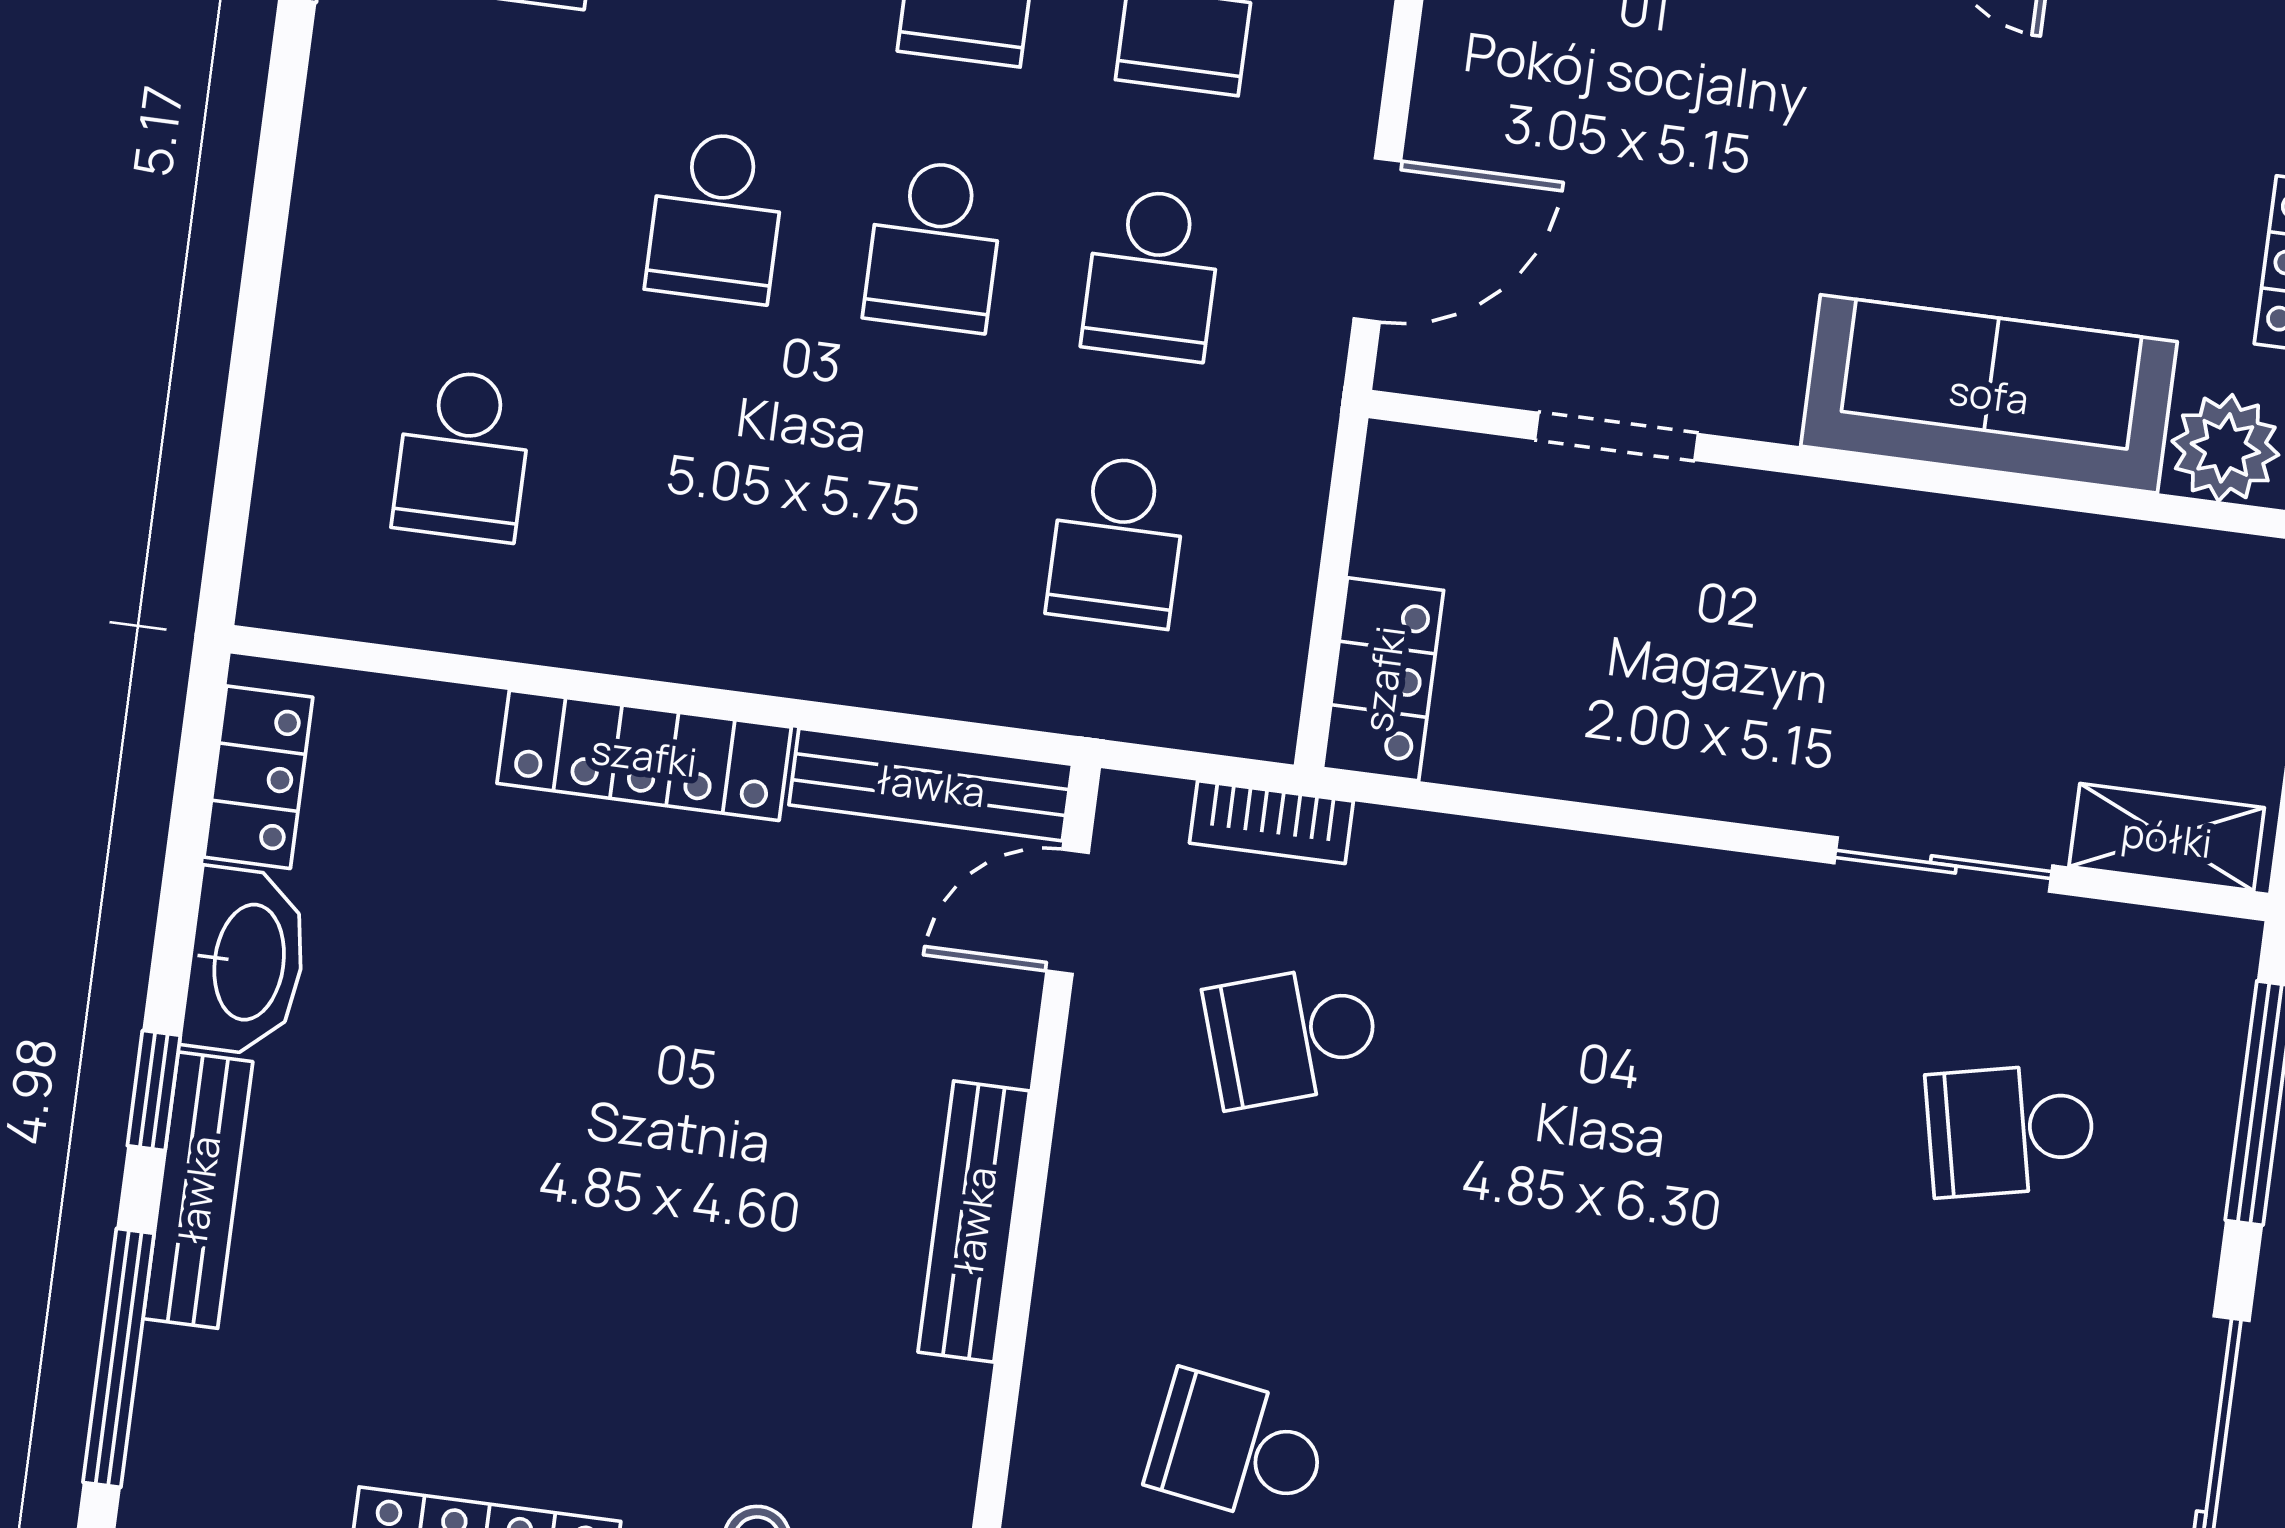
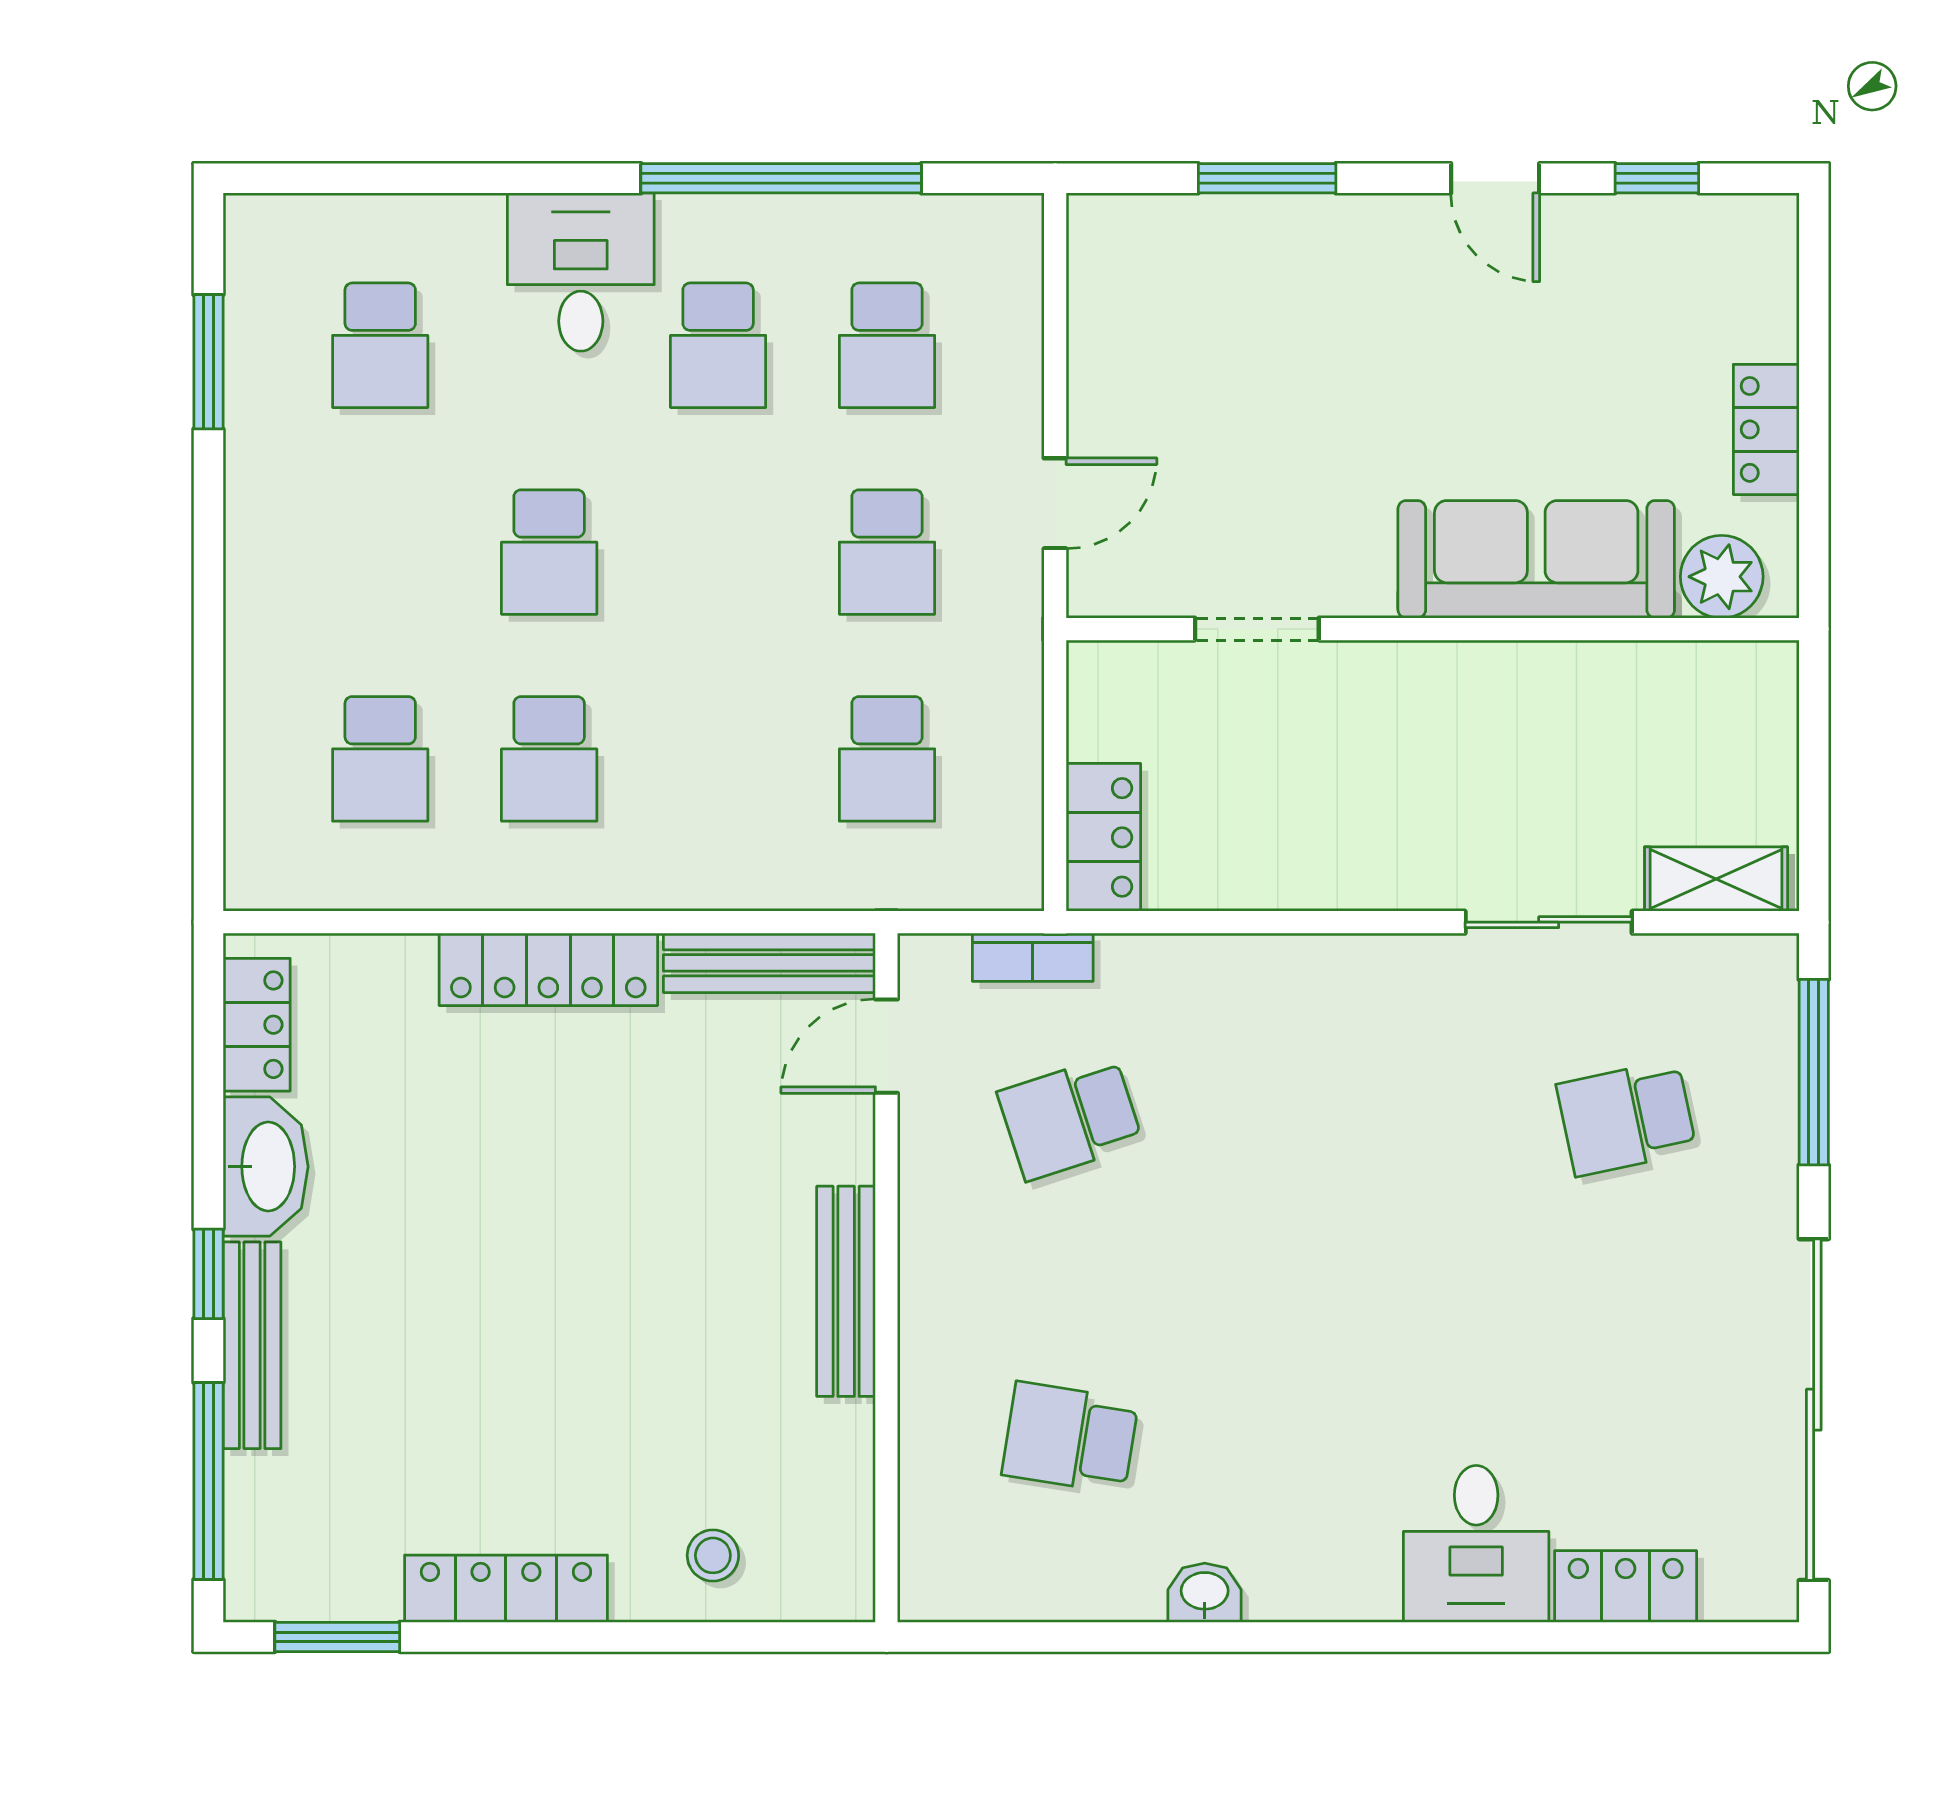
door: (1377, 240) -> (1055, 503), width x0.73
school desk: (934, 246) -> (549, 759), moved

